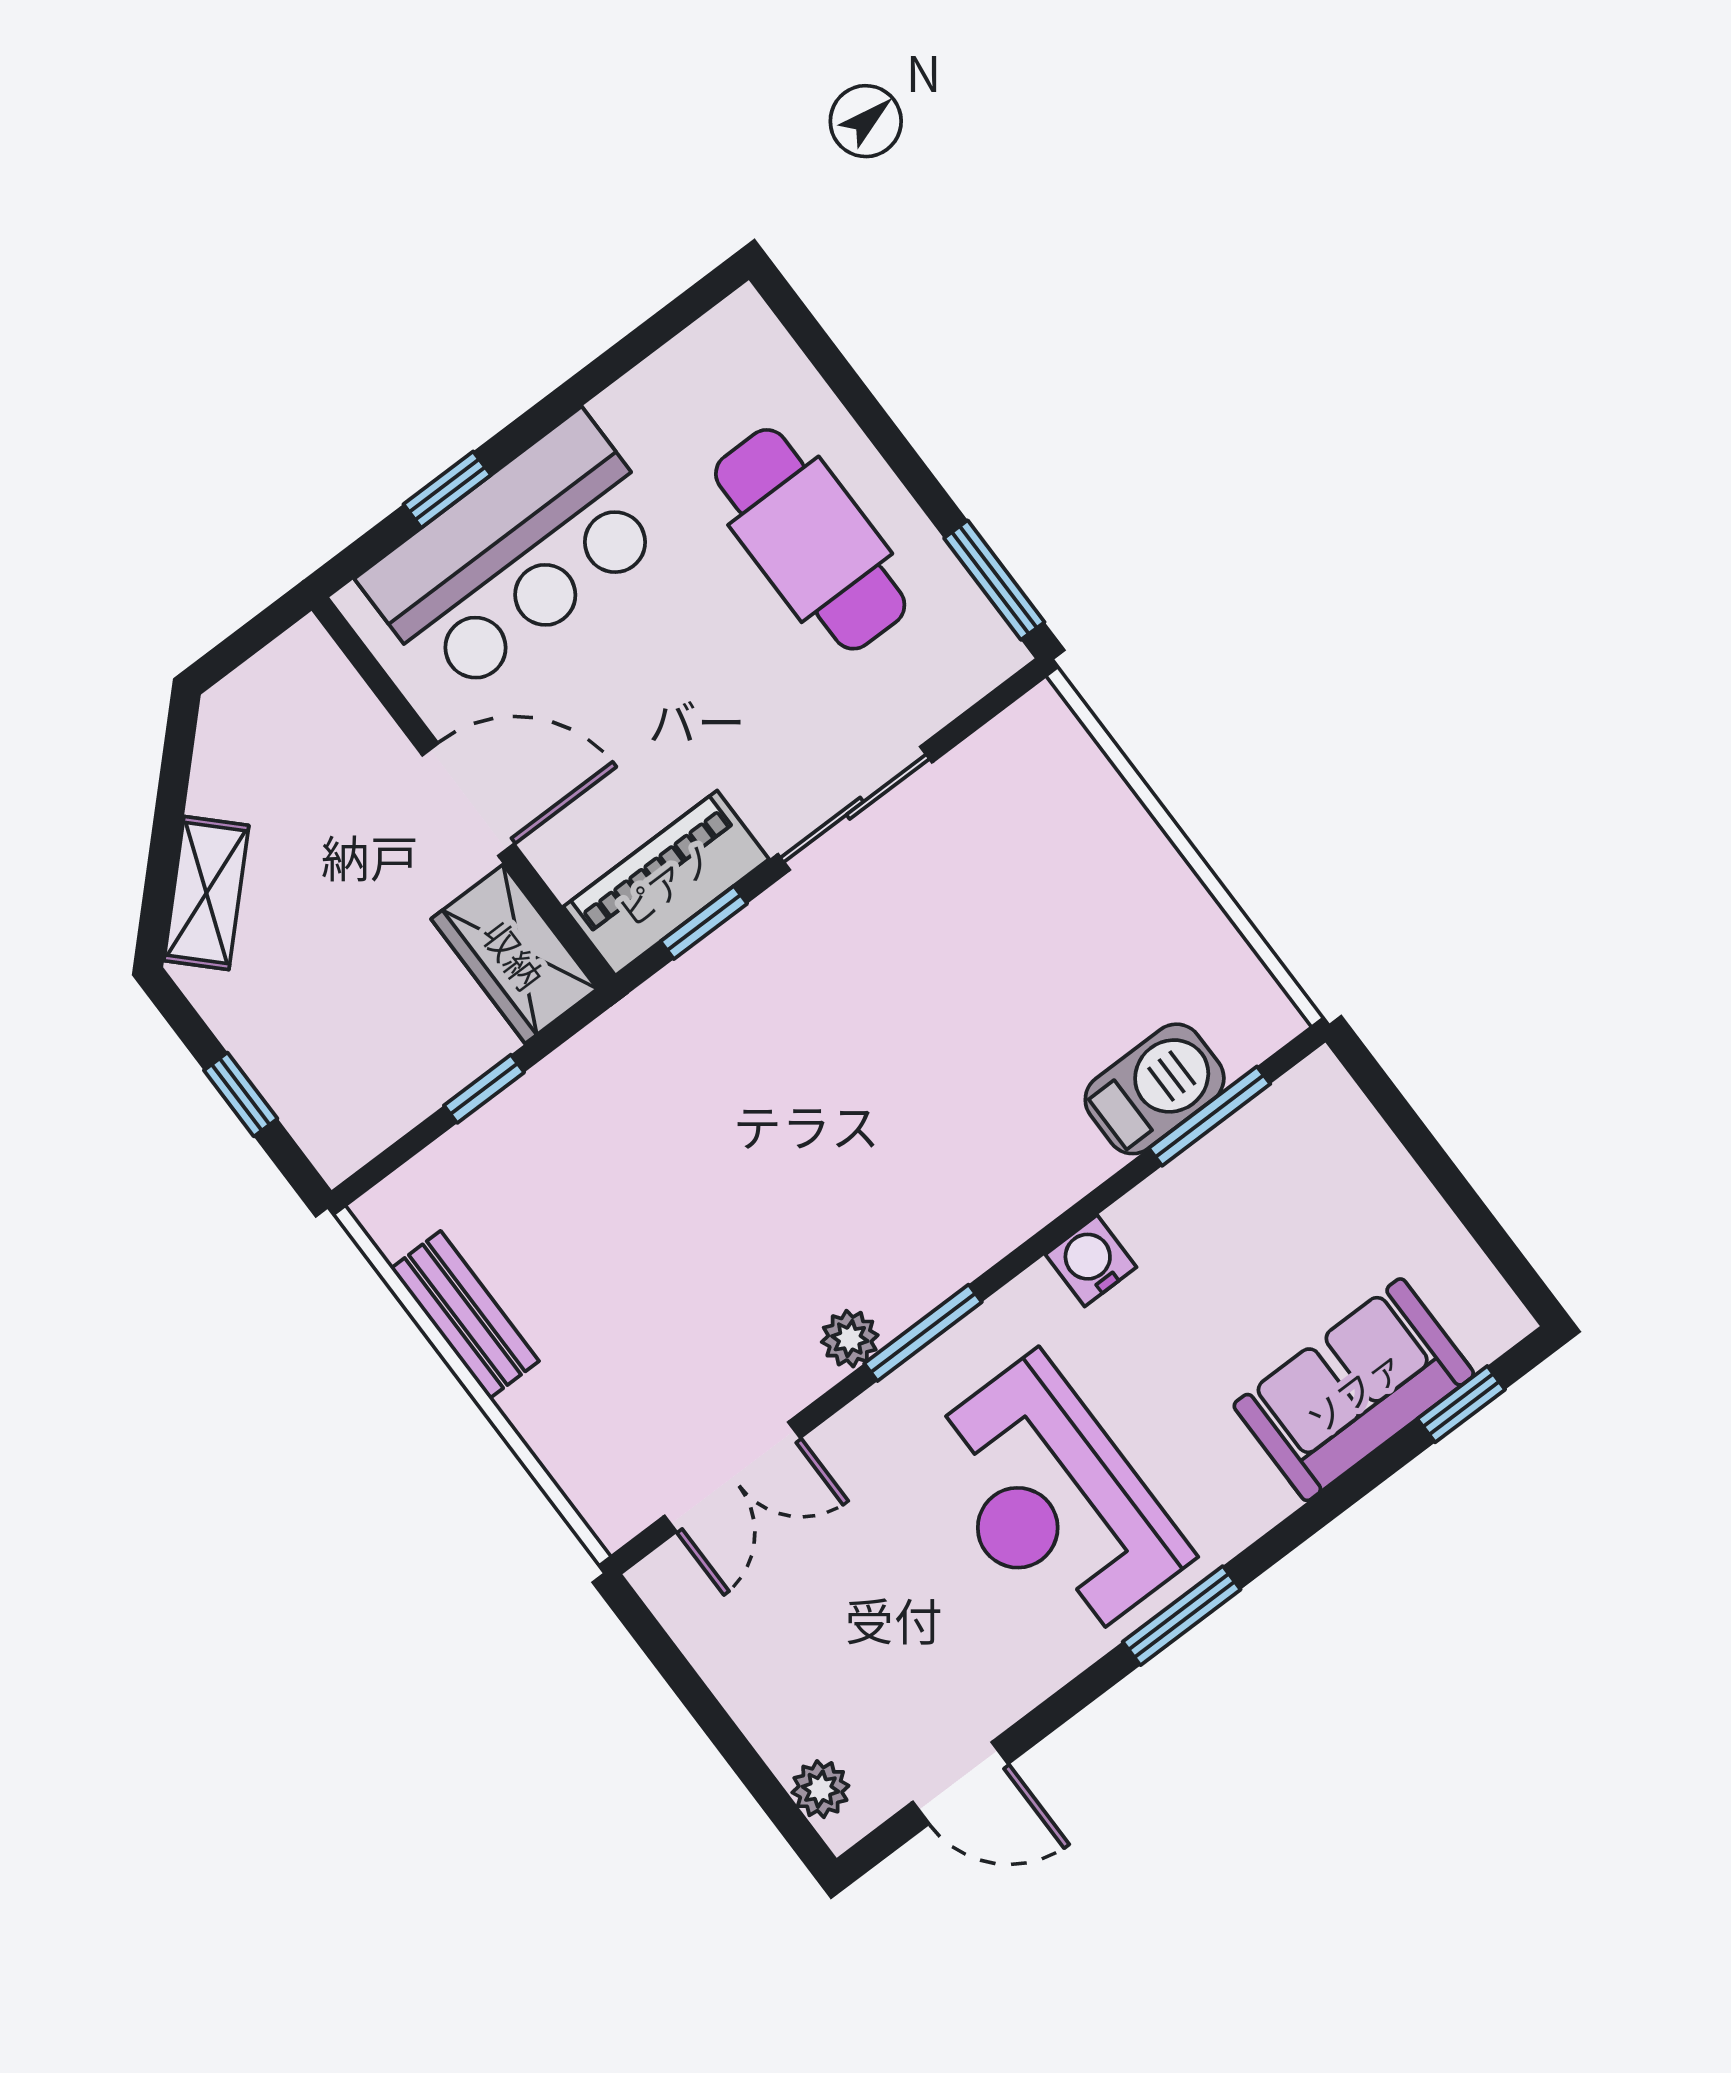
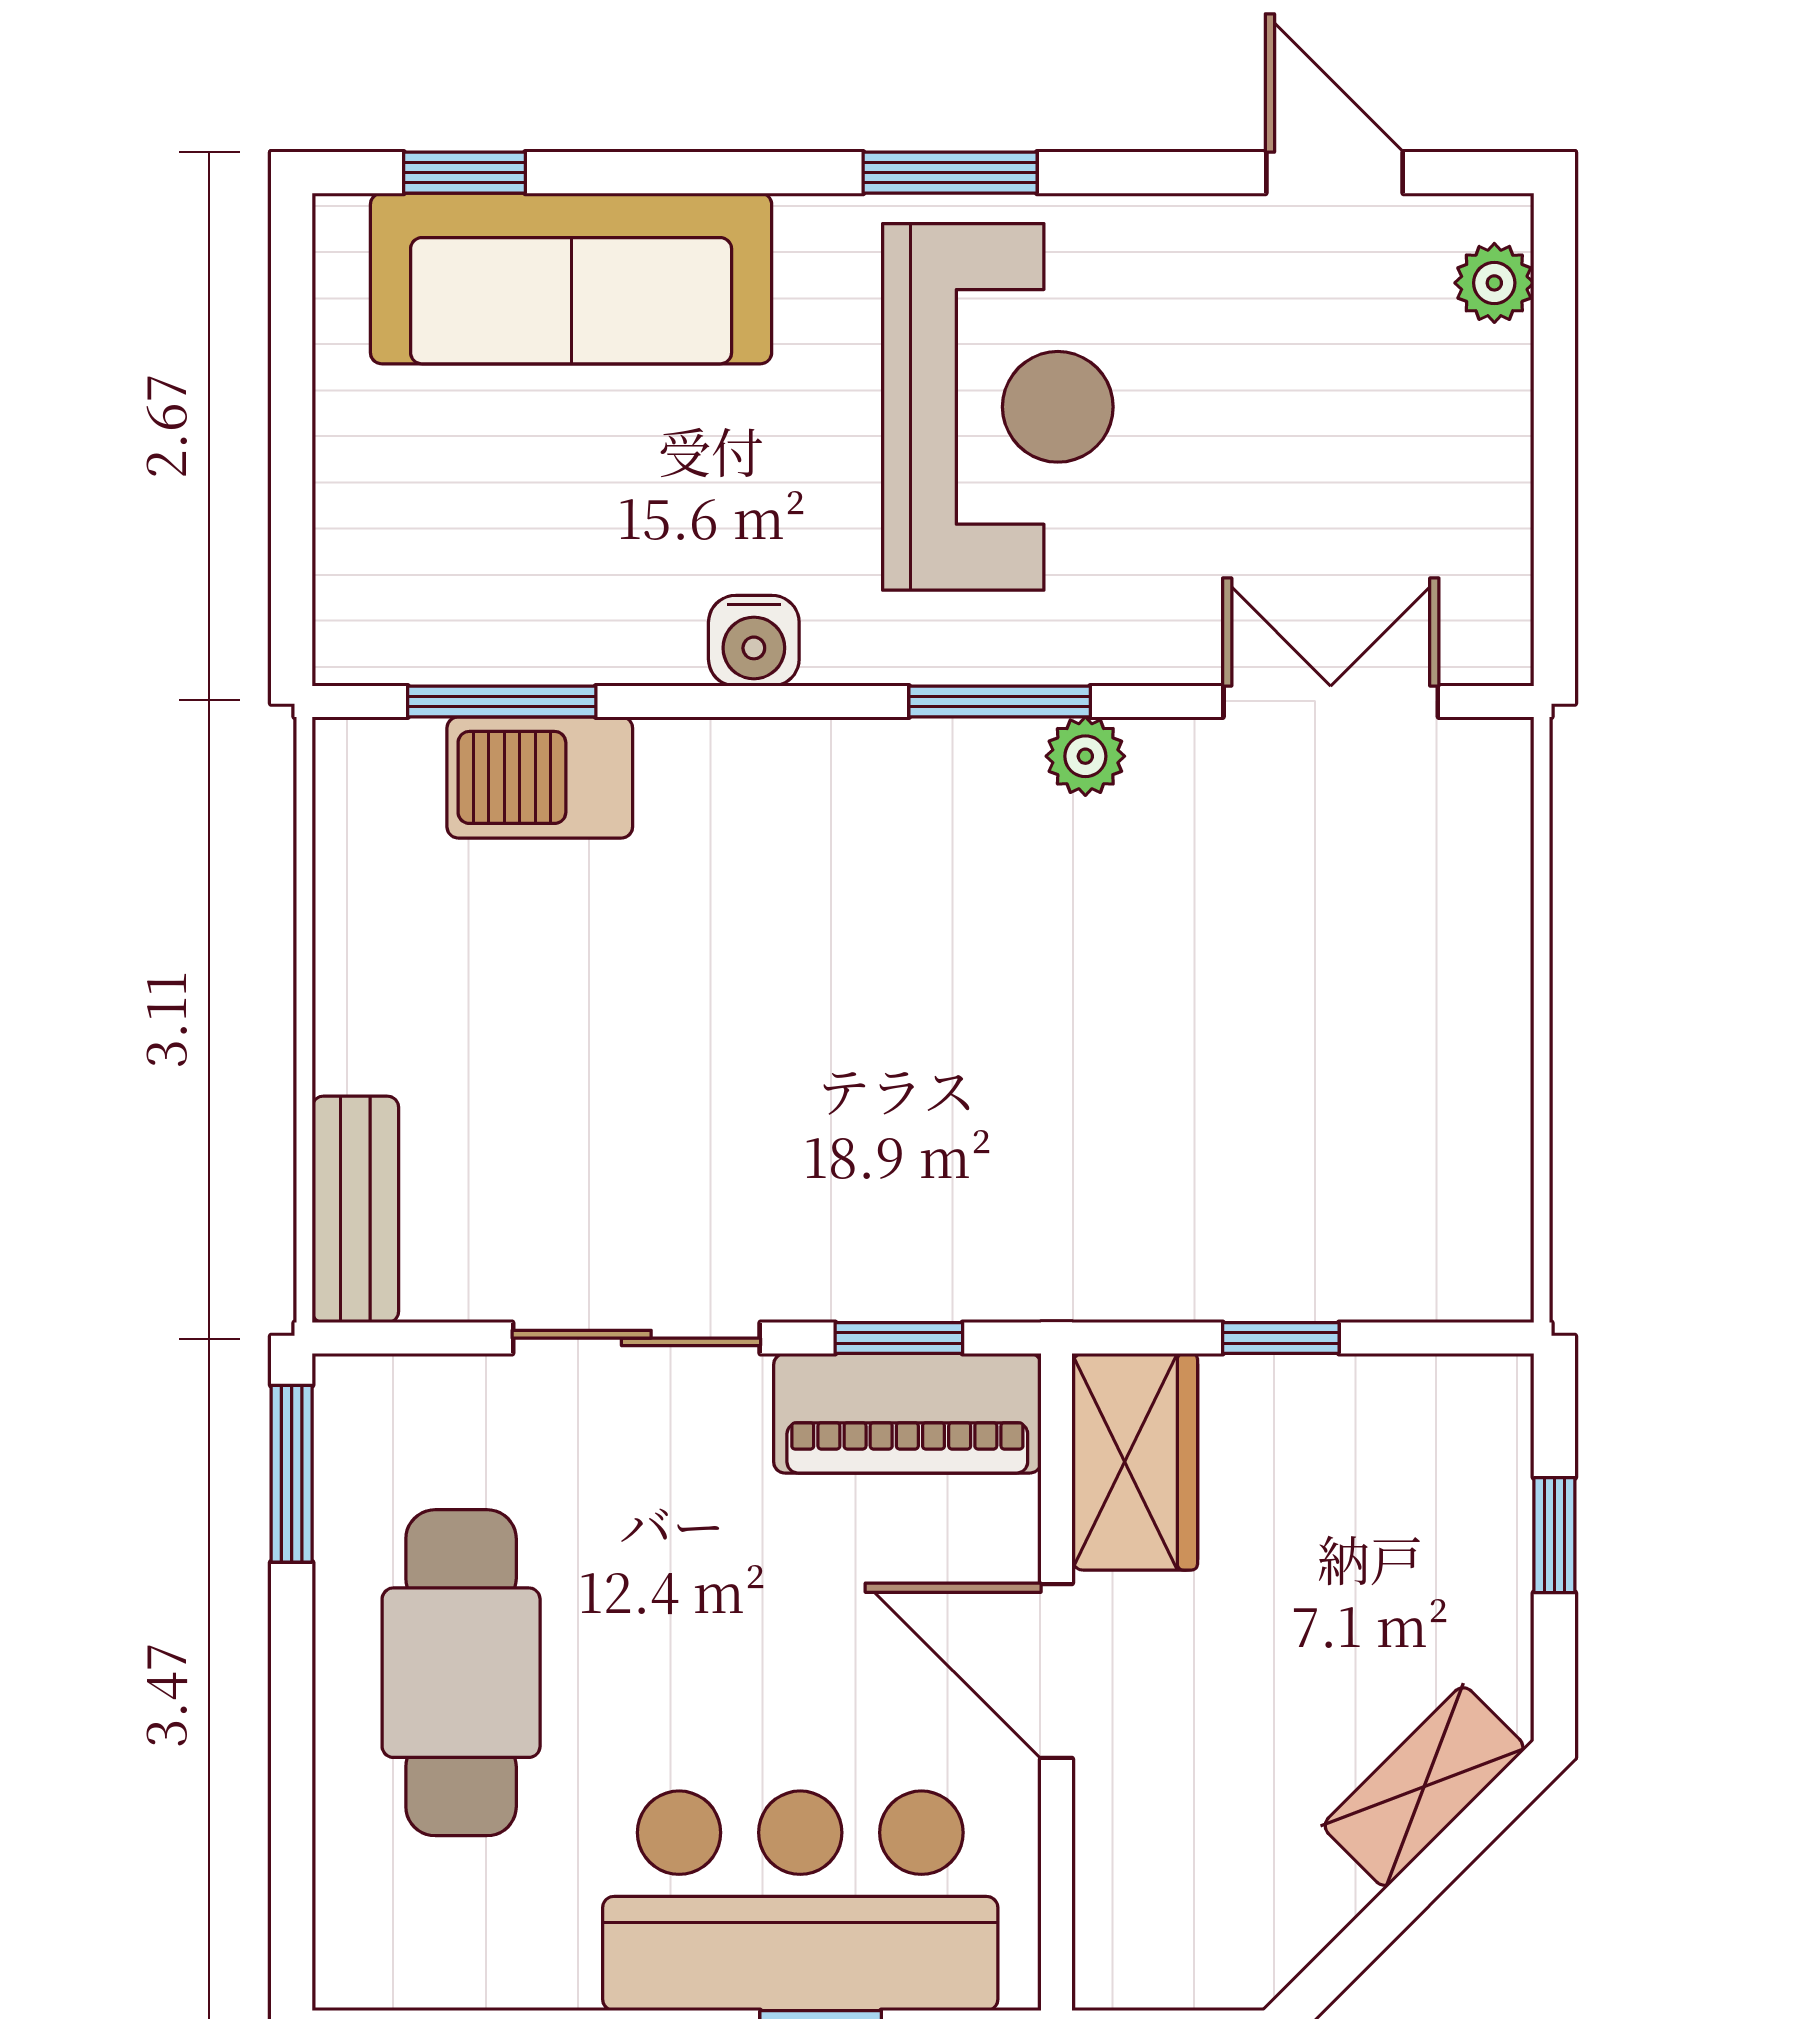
bench: (465, 1315) -> (355, 1209), moved
sofa: (1354, 1390) -> (571, 279), width x1.36

